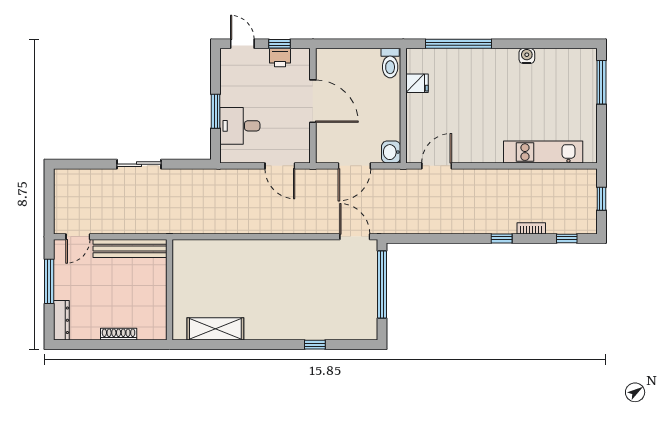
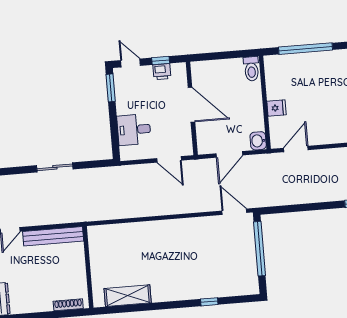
fridge: (417, 83) -> (277, 108), moved
window: (216, 111) -> (111, 88), moved
shoe rack: (119, 334) -> (68, 305), moved

